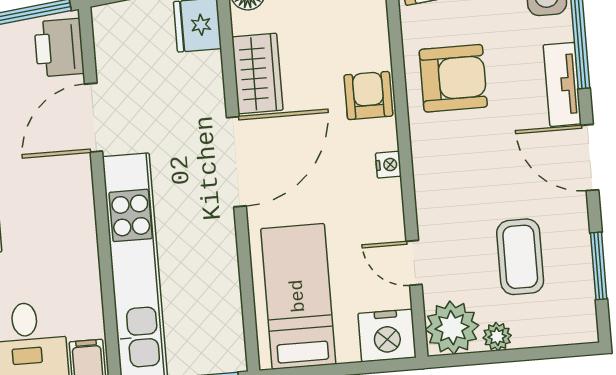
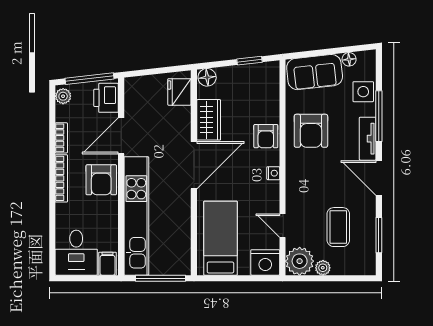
armchair: (453, 78) -> (311, 131), turned 90
armchair: (368, 95) -> (266, 136), turned 180
armchair: (63, 204) -> (101, 180), added

